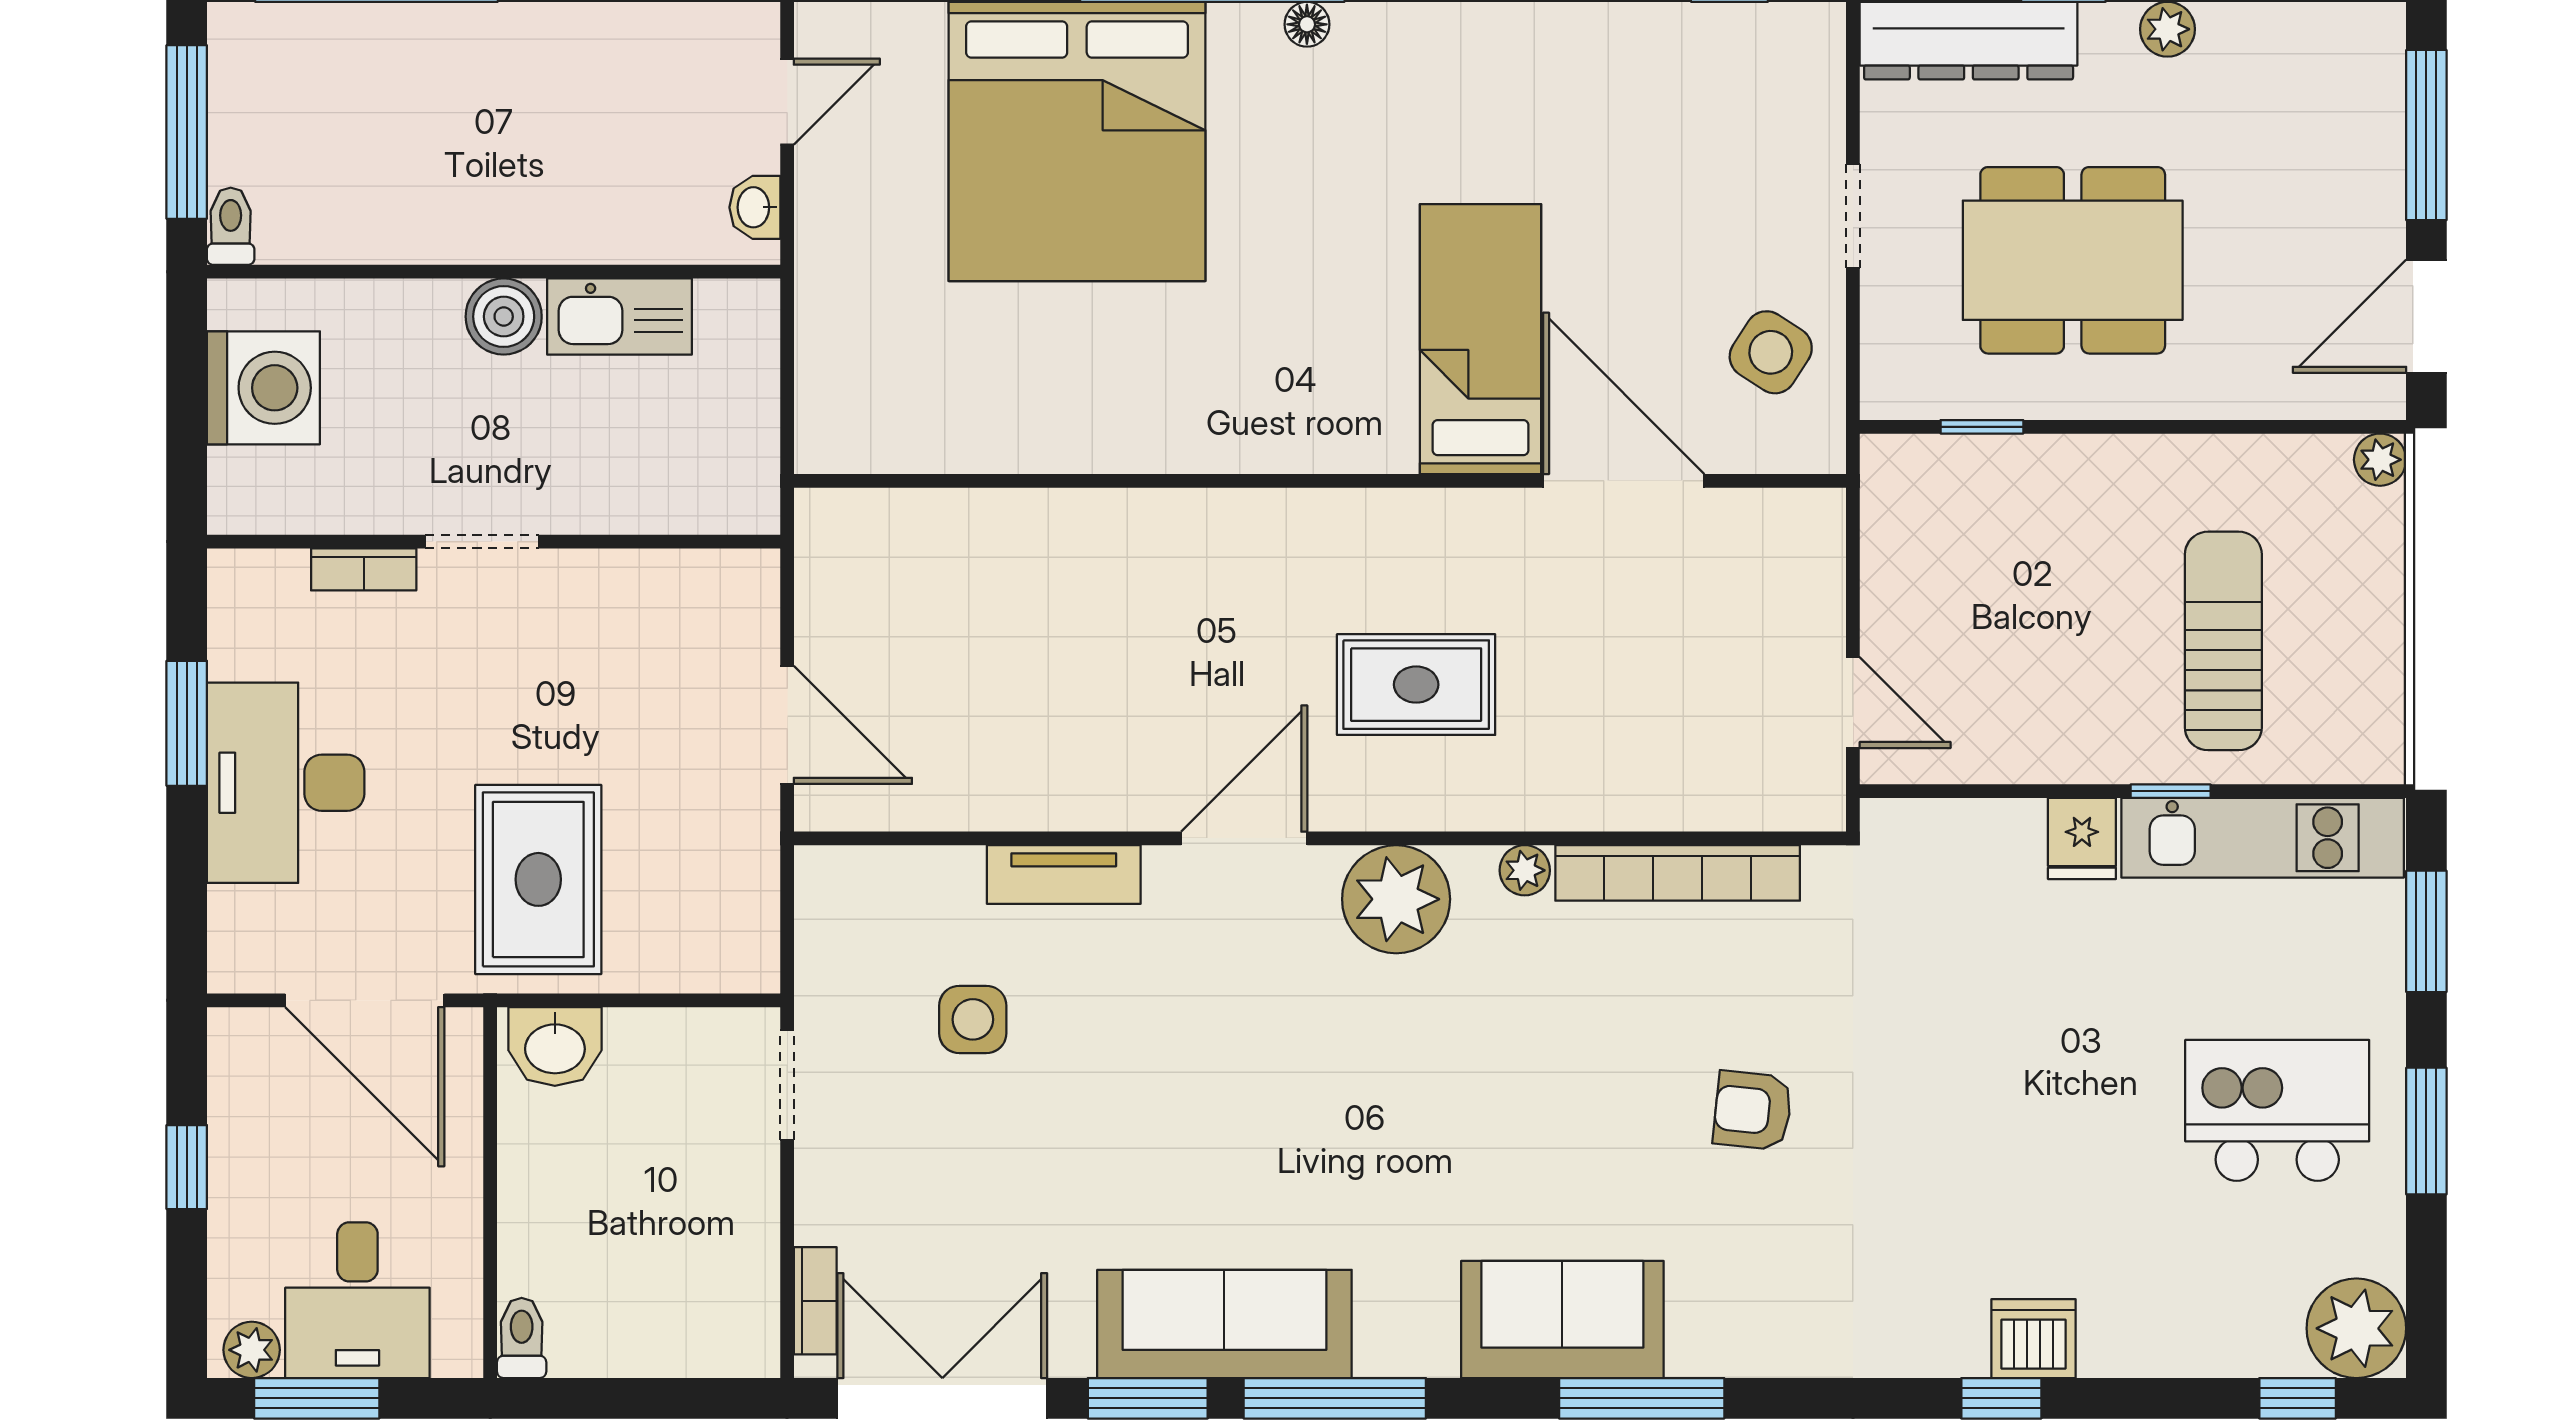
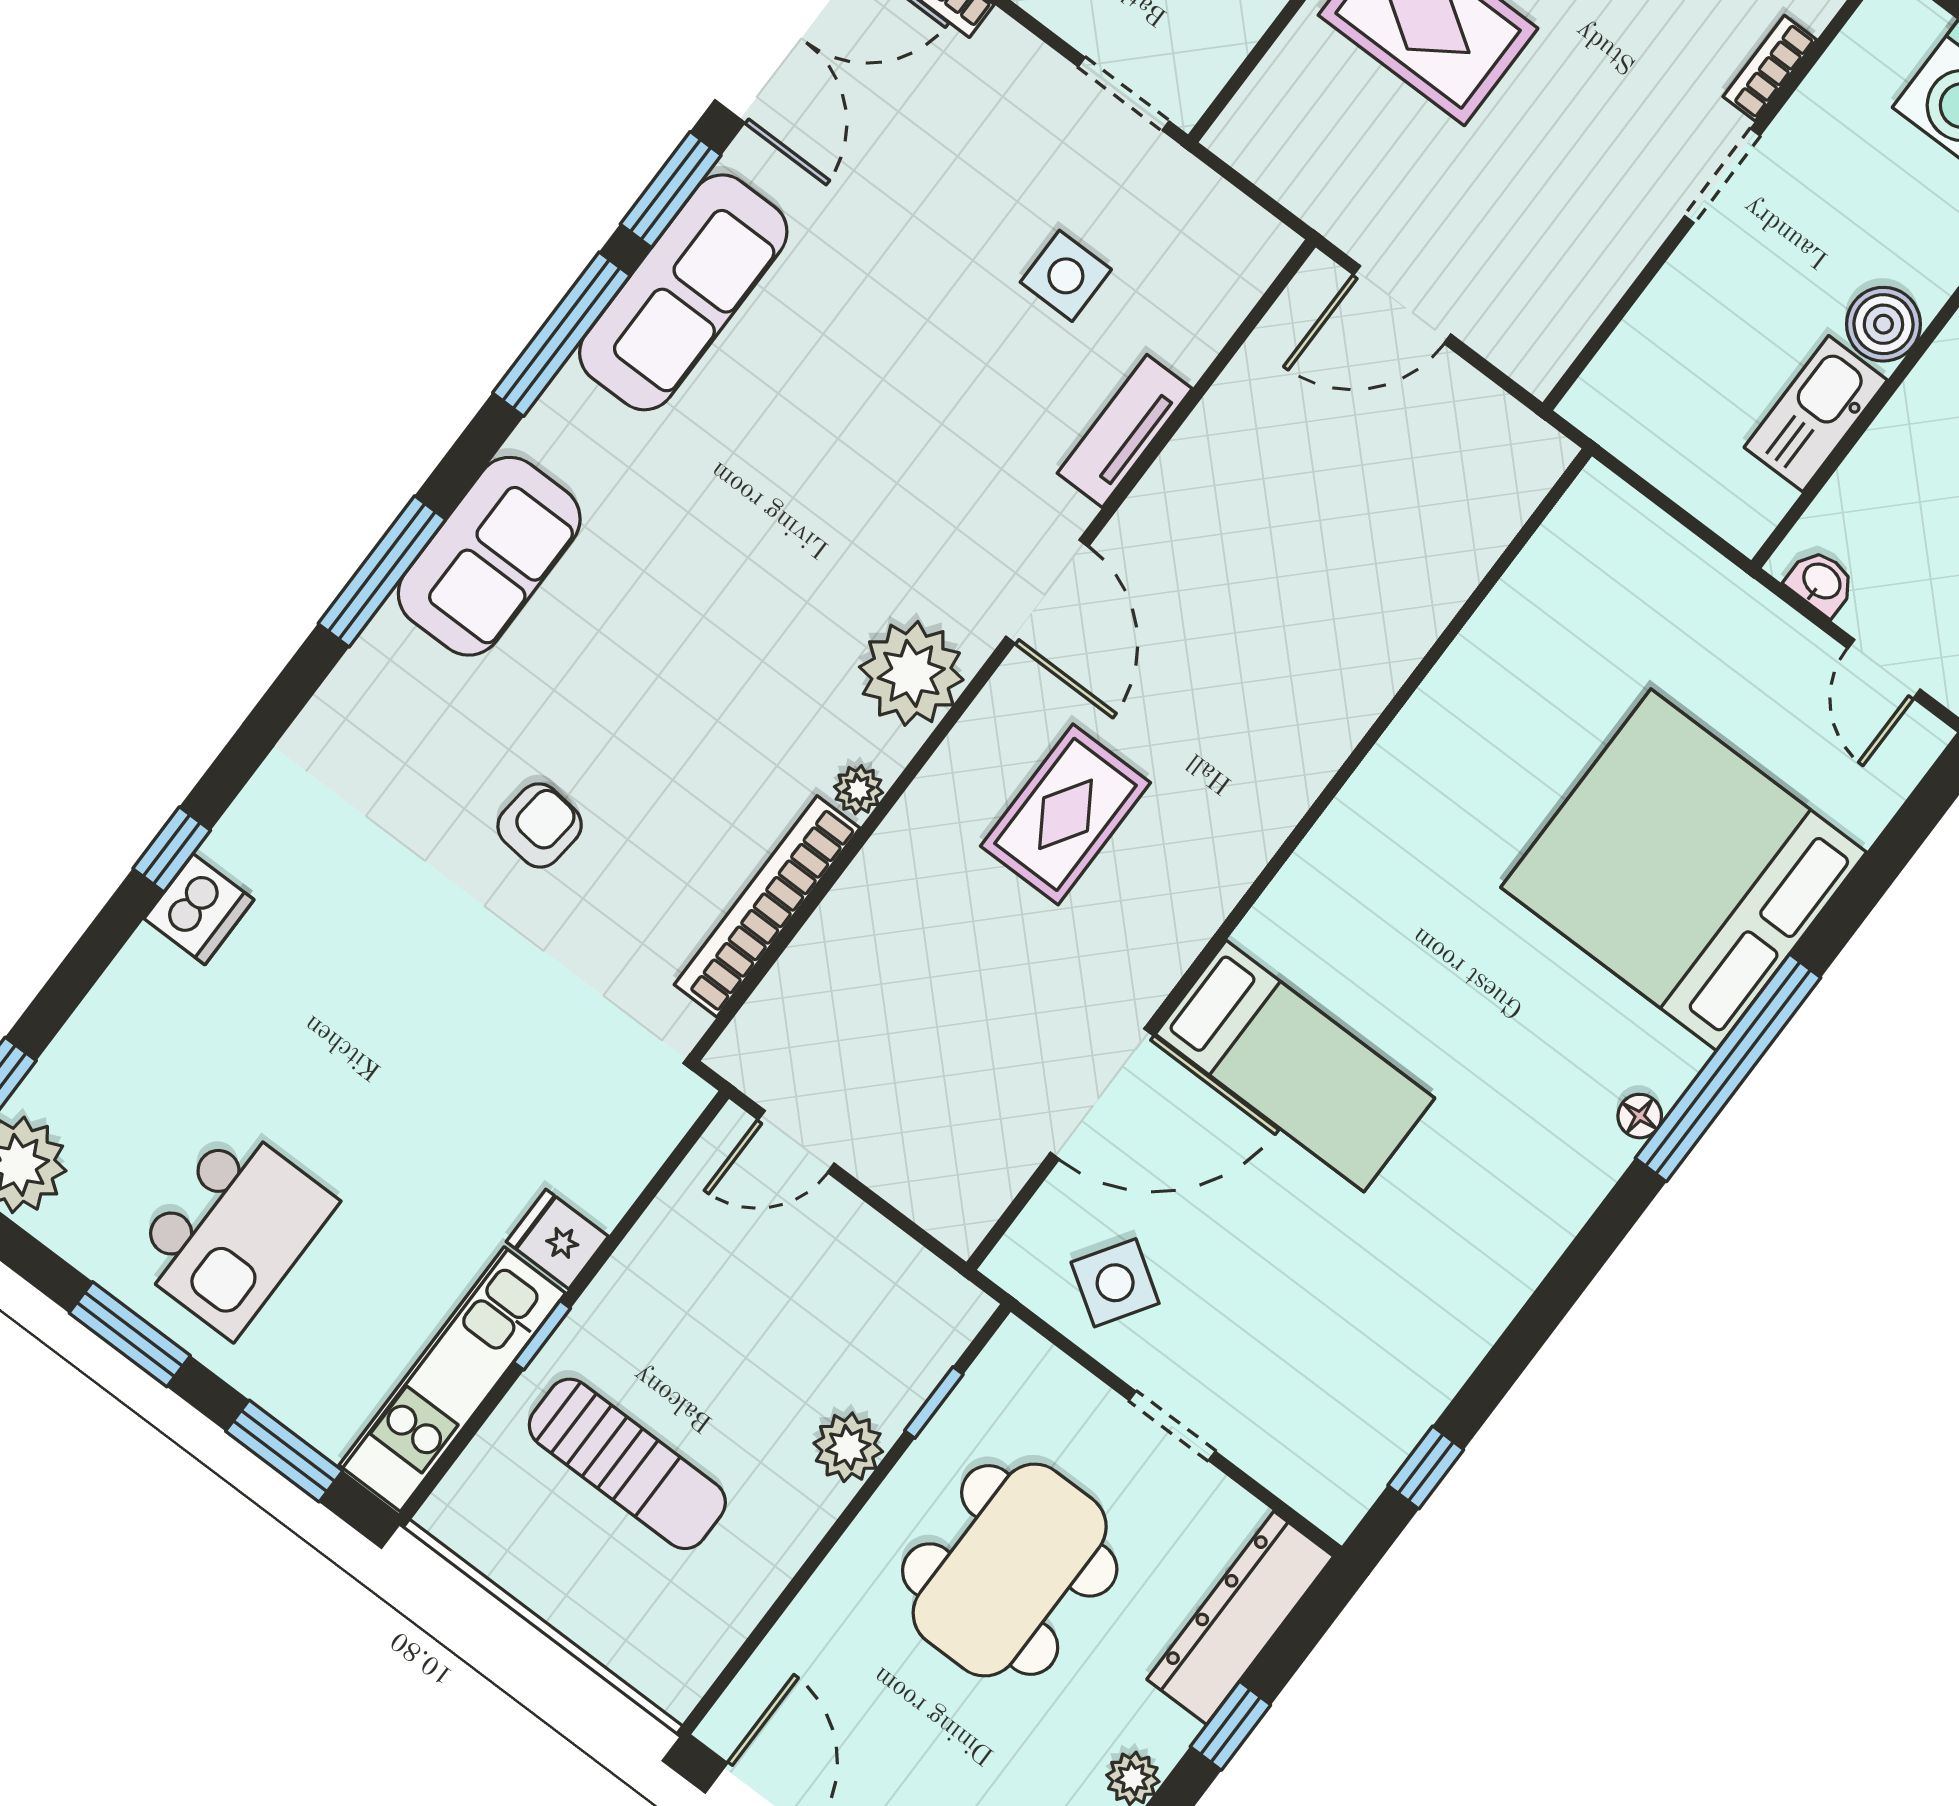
plant: (2380, 460) -> (848, 1447), moved, width x1.38, depth x1.38

